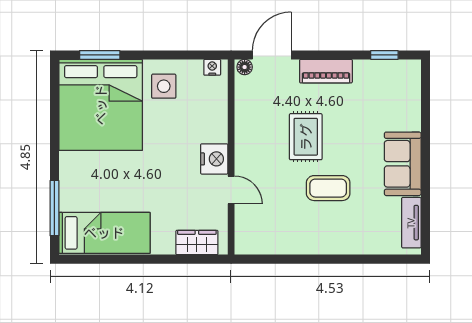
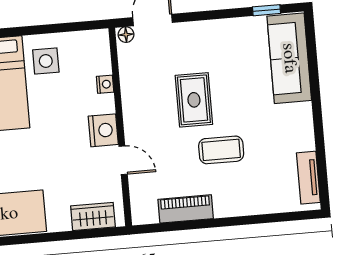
nightstand: (212, 67) -> (105, 84), moved, turned 90
piano: (326, 71) -> (186, 209), moved, turned 180
sofa: (403, 164) -> (289, 58), moved, width x1.36

